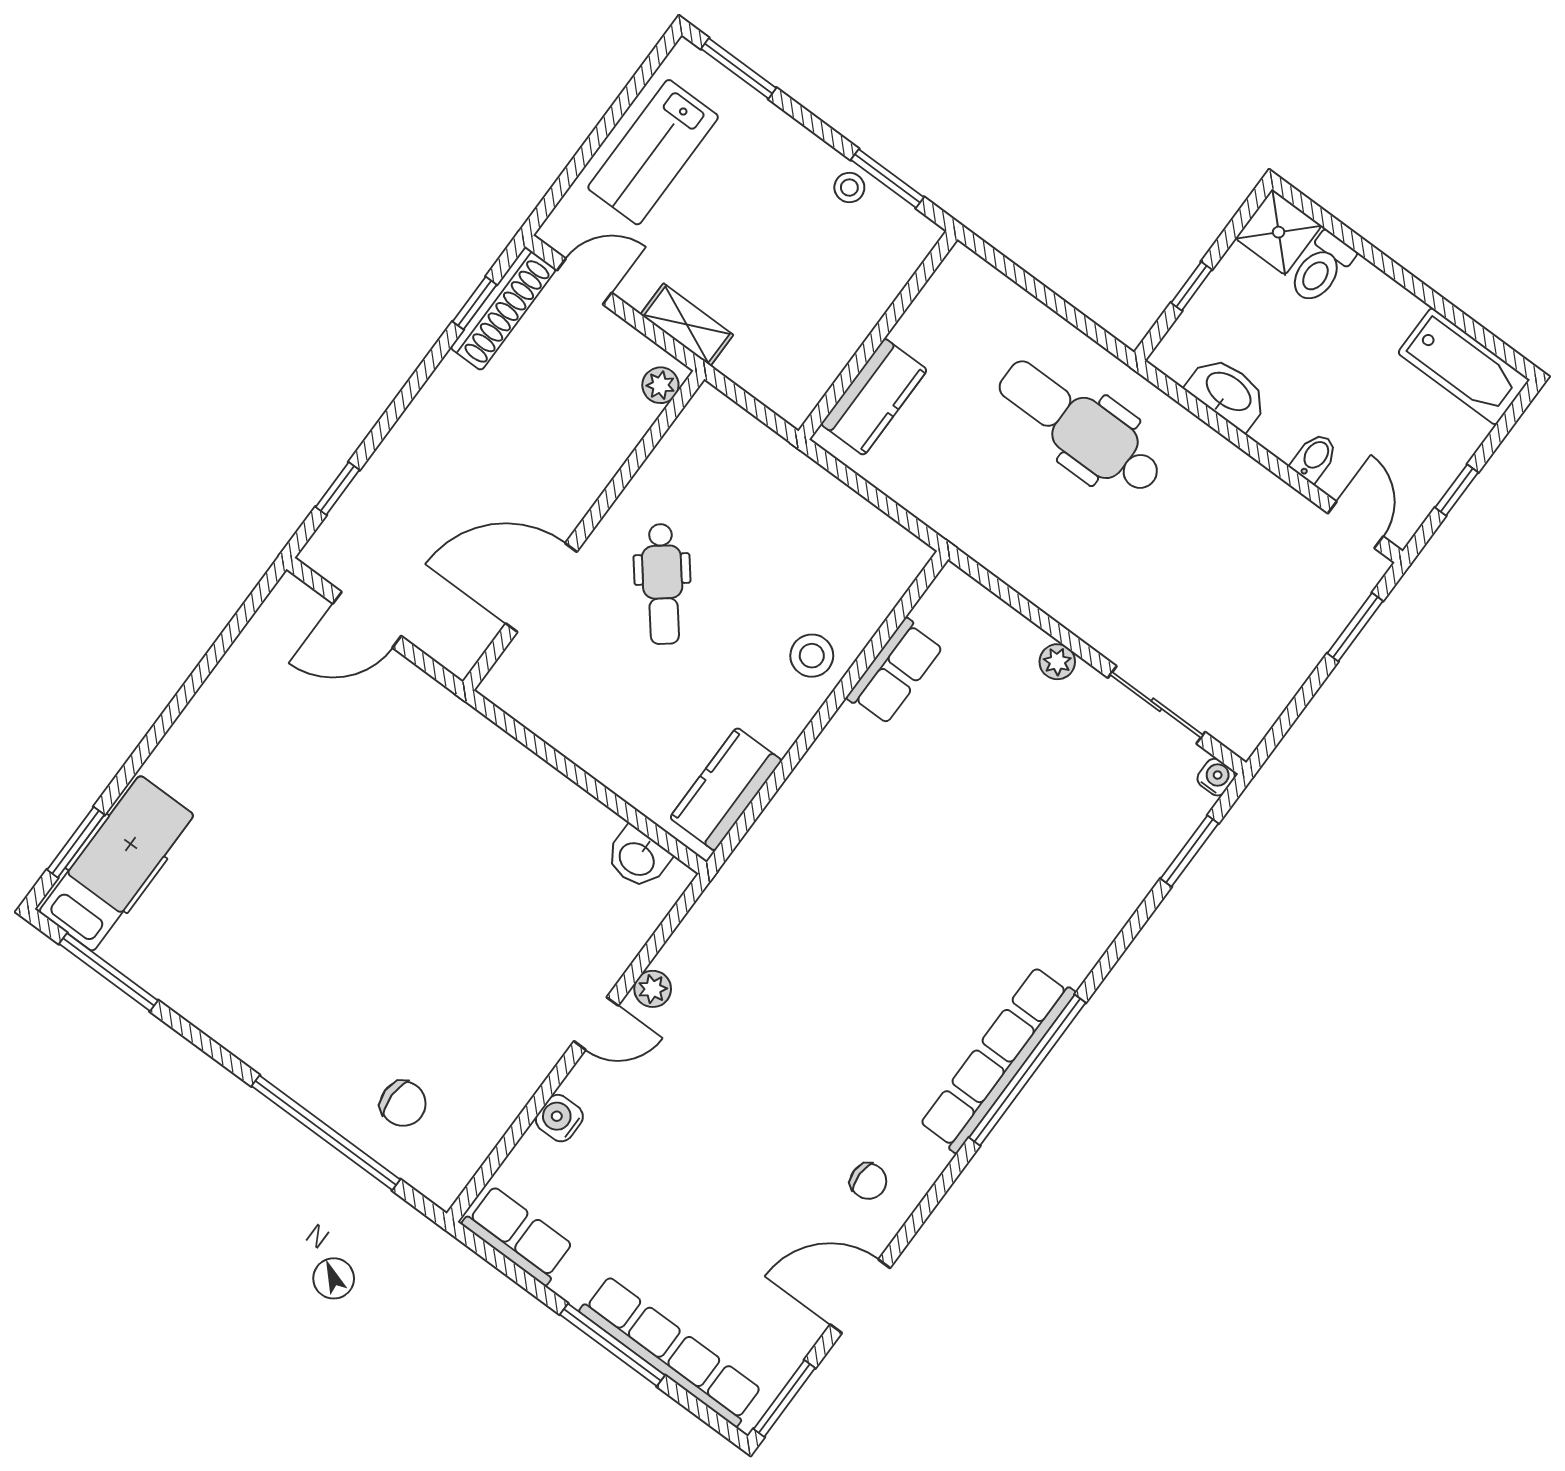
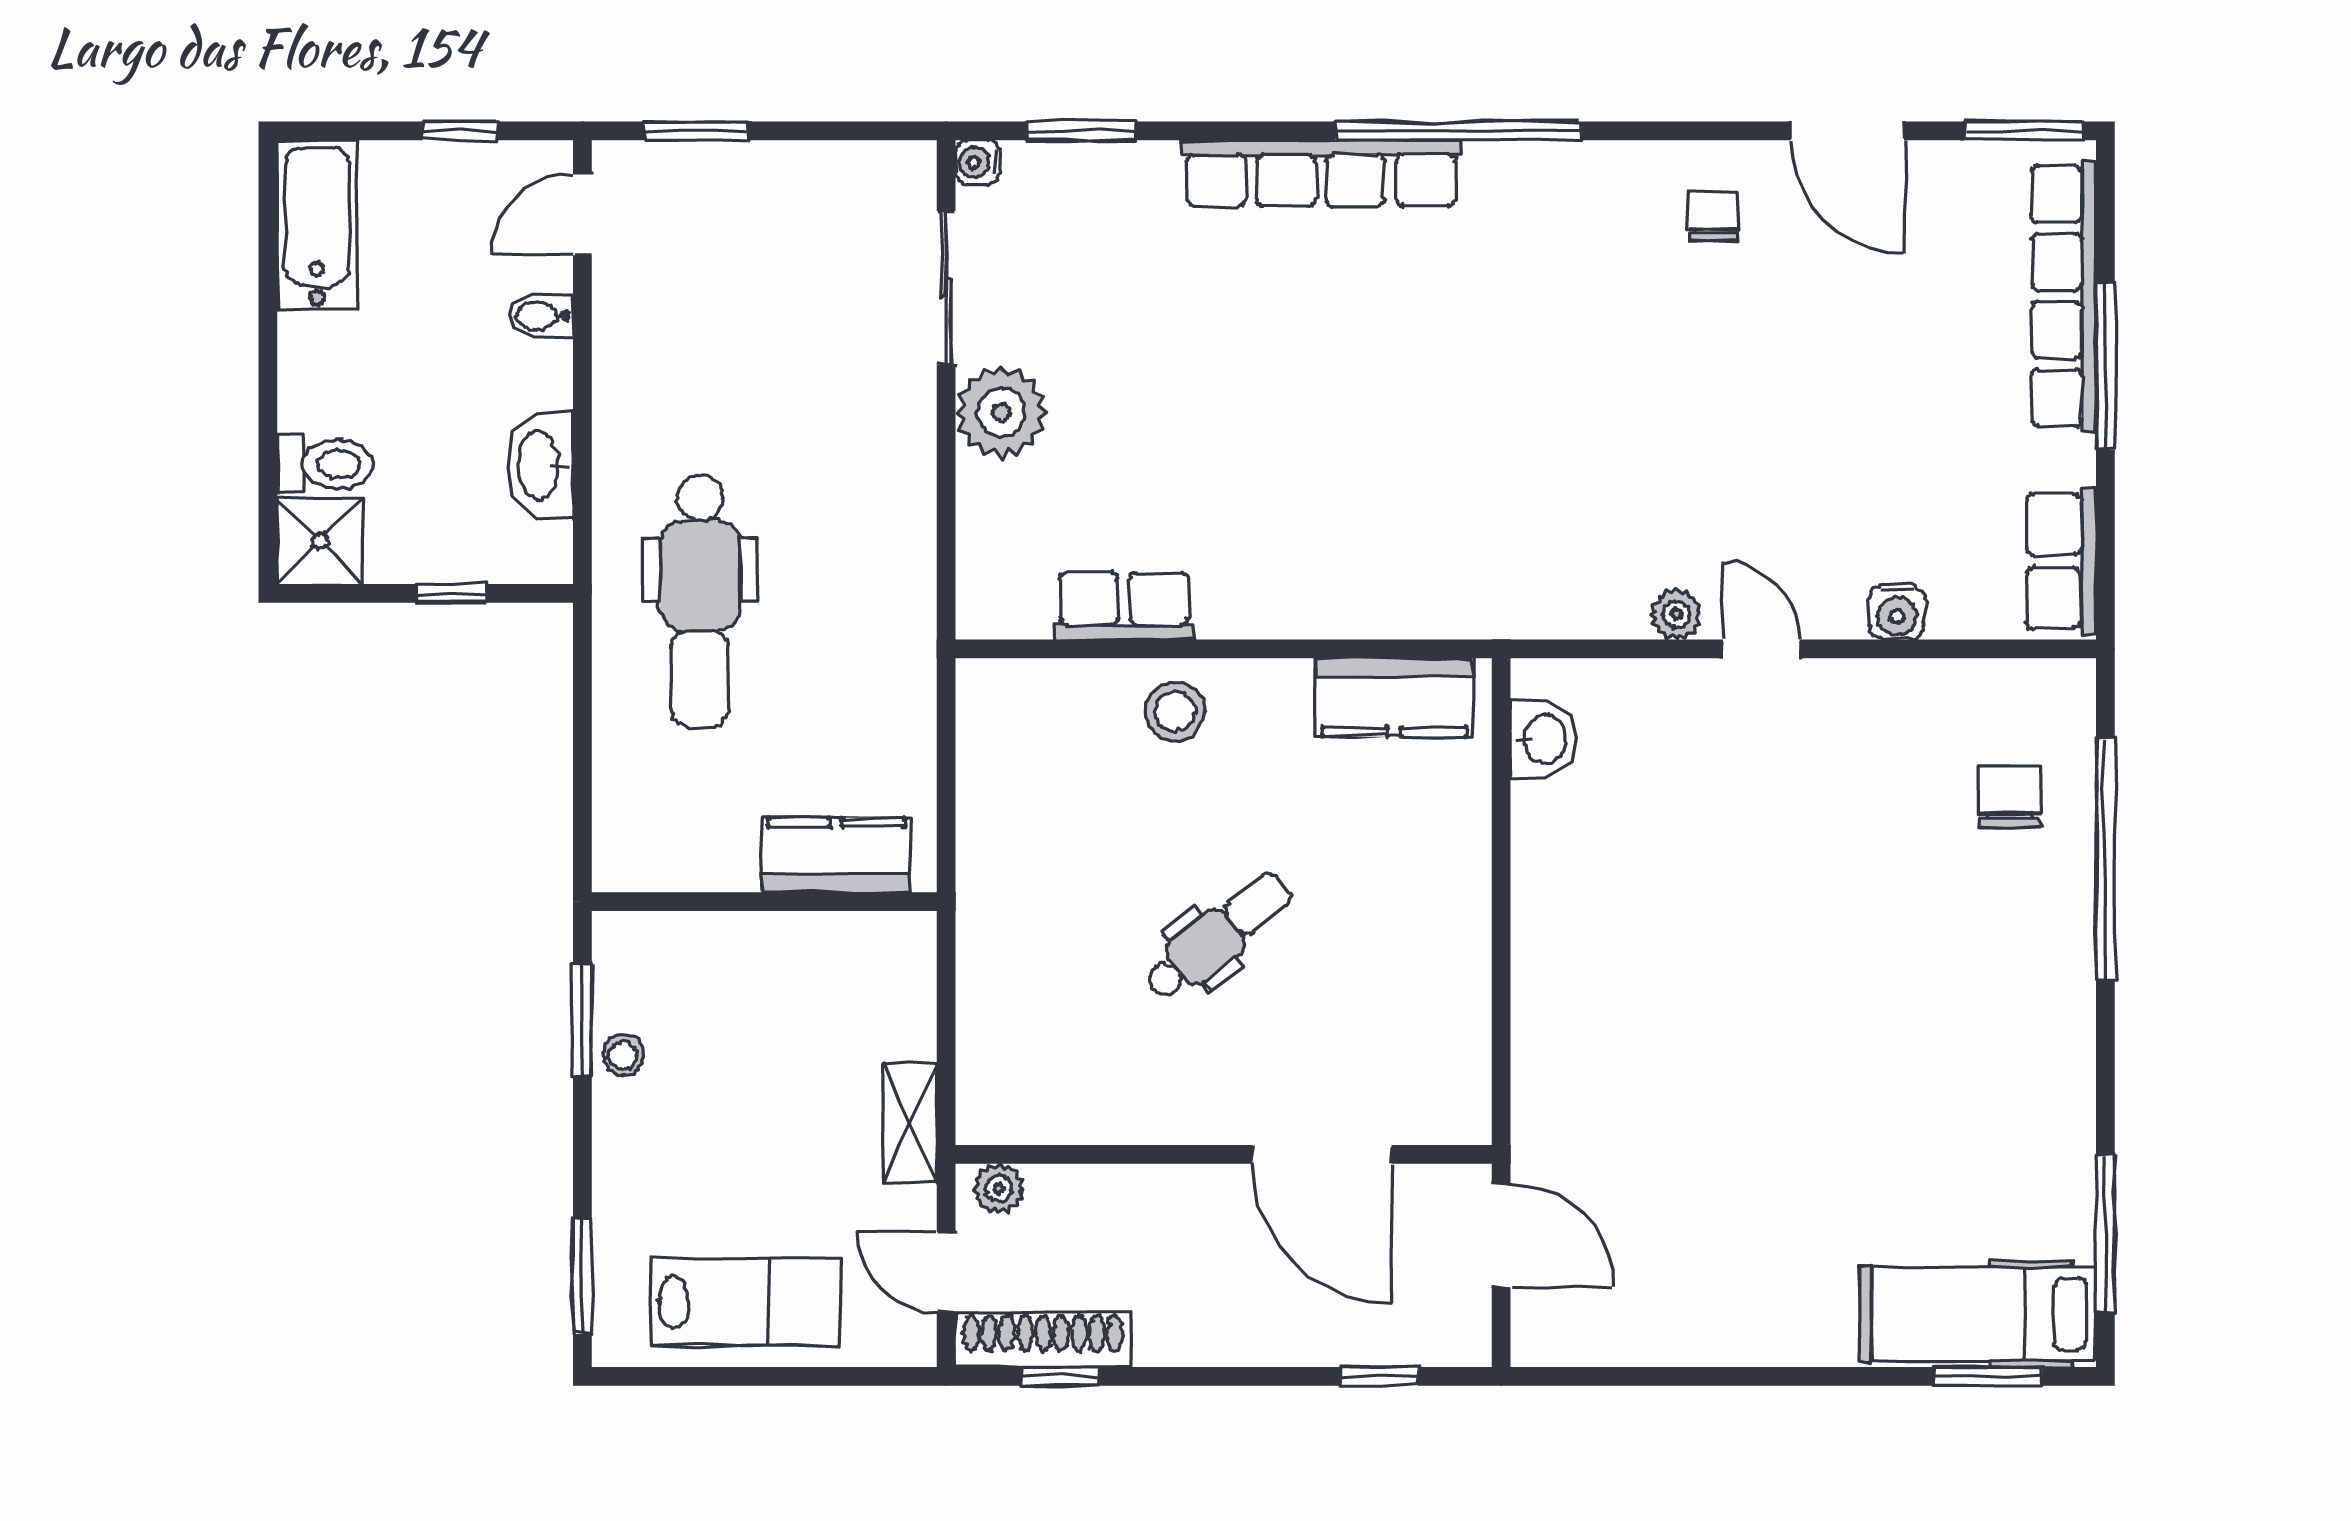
plant: (660, 385) -> (999, 1189), moved
wall: (584, 531) -> (1224, 1154), moved
door: (541, 588) -> (1322, 1154), moved
plant: (1057, 662) -> (1001, 412), width x1.87, depth x1.87
row of seats: (997, 1059) -> (1321, 173), moved

